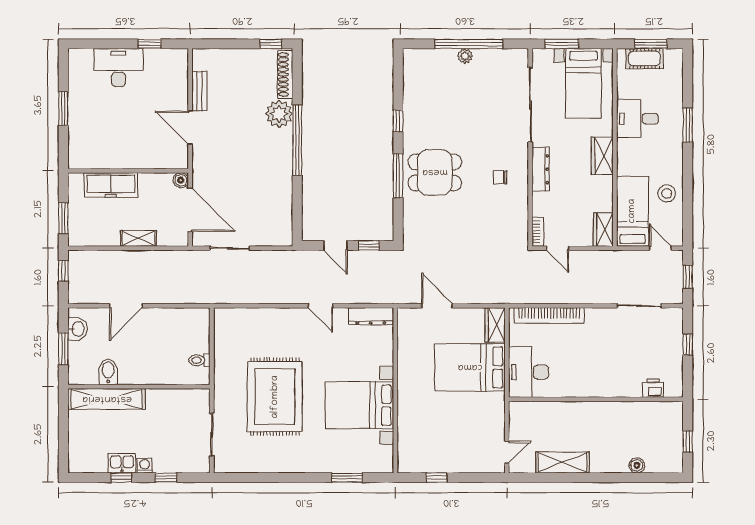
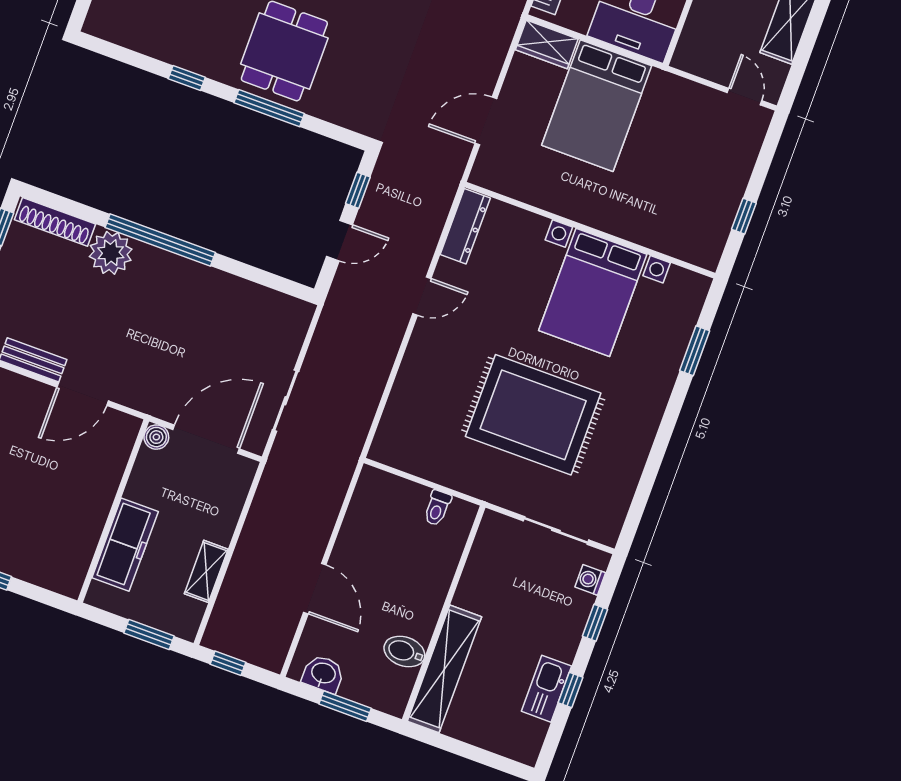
shelving: (138, 238) -> (206, 571), moved
kitchen sink: (122, 463) -> (546, 689), width x1.38
washing machine: (145, 466) -> (590, 580), moved

